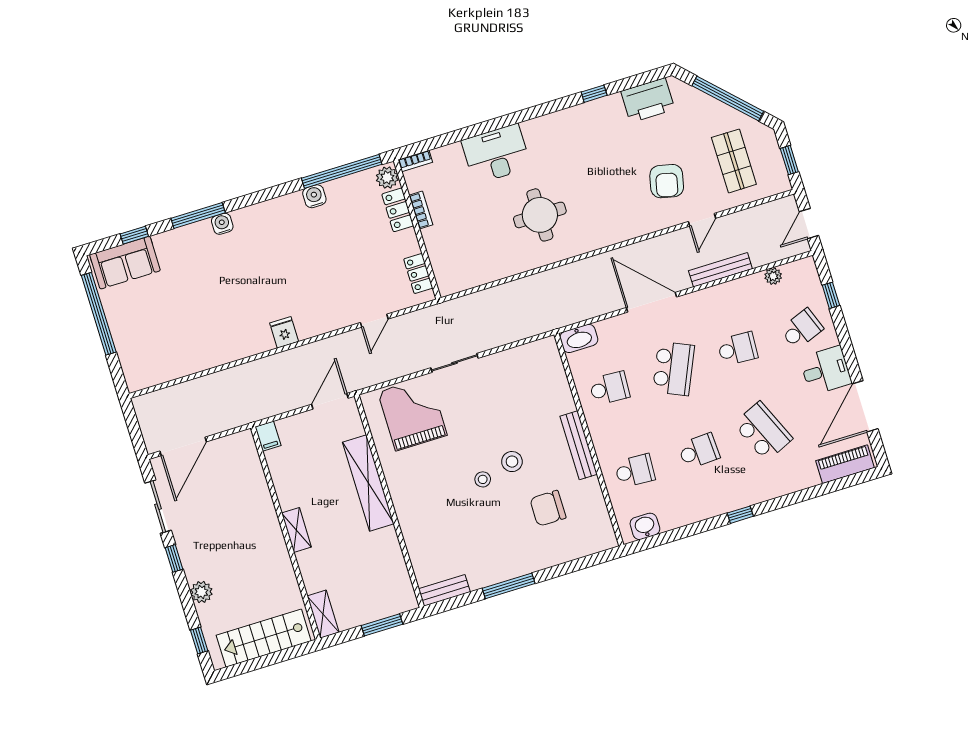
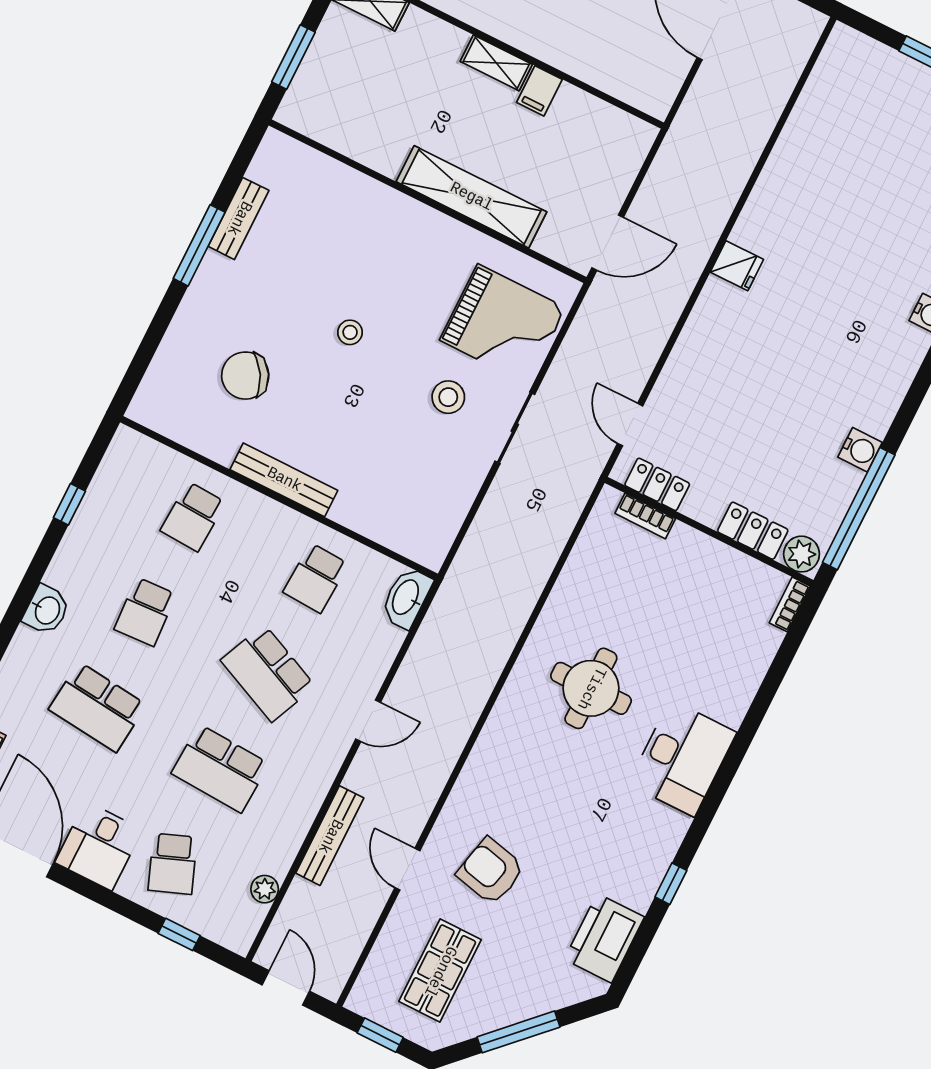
window: (728, 99) -> (518, 1032), width x0.68
desk: (496, 154) -> (682, 758), moved
shop shelf: (734, 161) -> (440, 971), turned 90
bookcase: (421, 210) -> (645, 516), moved
door: (652, 302) -> (368, 721), width x0.53
door: (374, 321) -> (630, 425), moved
school desk: (738, 349) -> (220, 769), width x1.85
door: (330, 401) -> (608, 243), hinge flipped
school desk: (763, 431) -> (98, 707), turned 30
filing cabinet: (268, 436) -> (539, 91), moved, turned -90
stool: (512, 462) -> (448, 397), moved
chair: (548, 508) -> (245, 376), turned -120
window: (740, 515) -> (69, 504), moved
washbasin: (645, 526) -> (47, 610), moved
bench: (444, 590) -> (239, 218), moved

